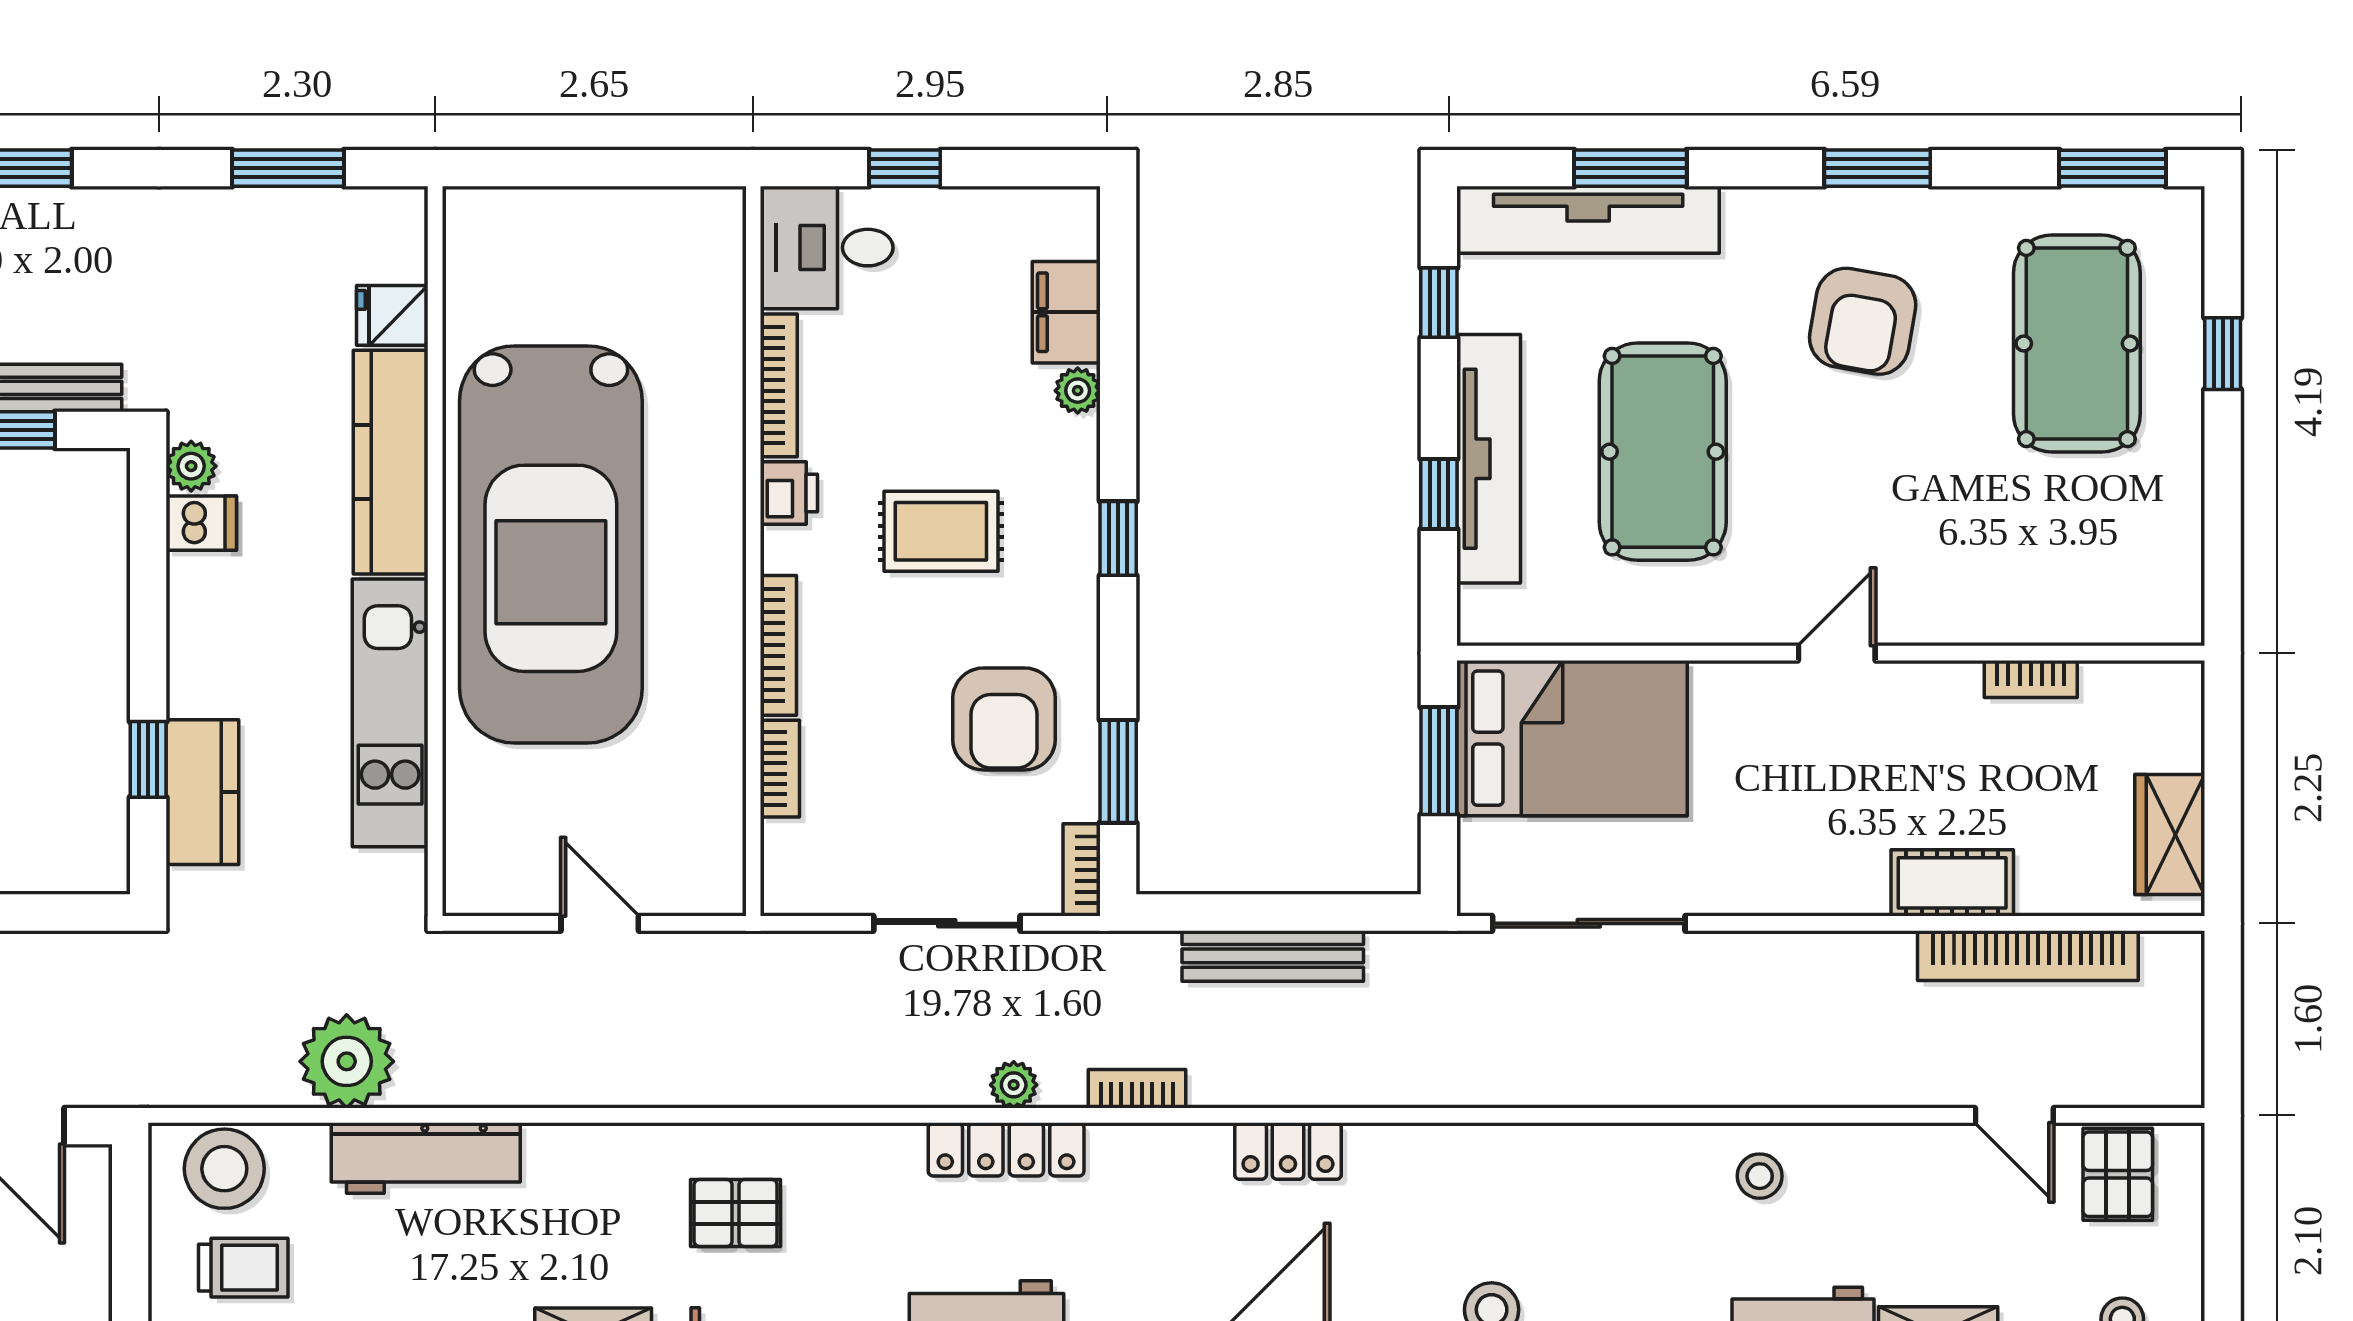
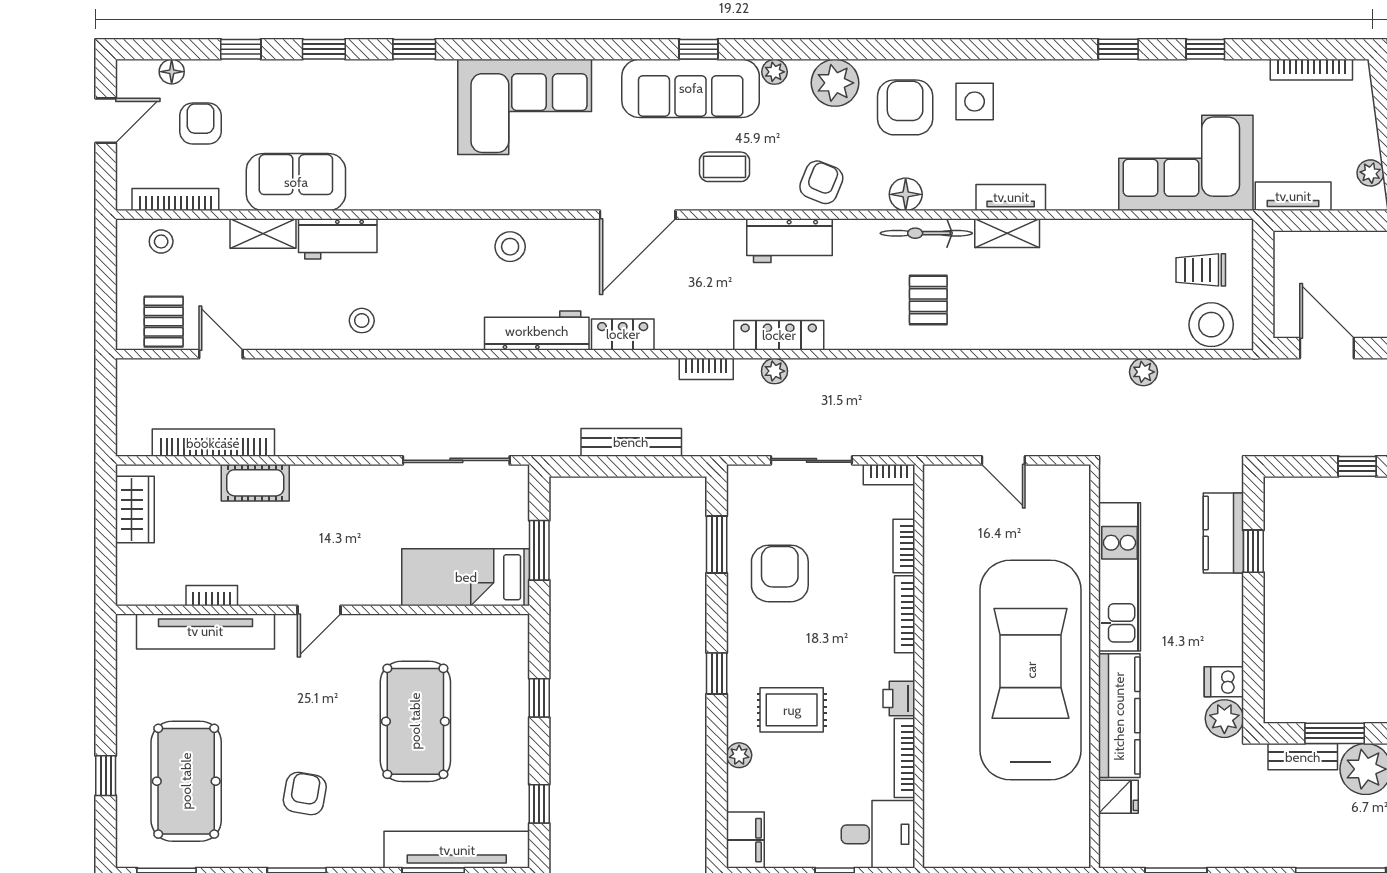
filing cabinet: (1066, 312) -> (745, 840), moved
armchair: (1863, 321) -> (305, 794), width x0.72, depth x0.72
tv unit: (1489, 459) -> (205, 631), moved, turned -90
plant: (191, 466) -> (1224, 719), width x1.38, depth x1.38
rug: (941, 531) -> (792, 710), moved
bed: (1572, 738) -> (466, 577), width x0.67
bookcase: (1082, 870) -> (889, 475), moved, turned 90
plant: (347, 1061) -> (1143, 372), width x0.53, depth x0.53
workbench: (426, 1158) -> (537, 331), moved
pallet: (736, 1213) -> (928, 300), turned 90

